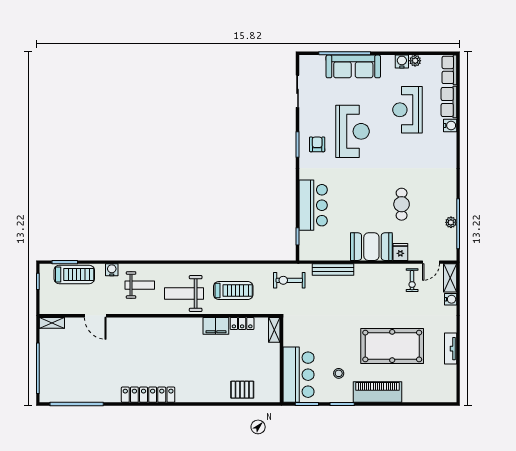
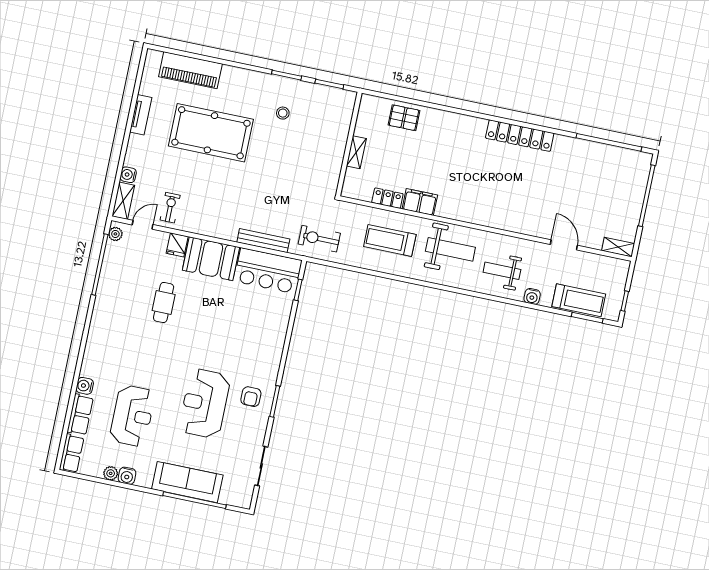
bar counter: (313, 205) -> (268, 271), moved, turned -90
plant: (451, 222) -> (115, 234), moved
treadmill: (74, 274) -> (579, 300), turned 180
exercise bike: (289, 280) -> (319, 239), turned 180
shelving: (274, 330) -> (356, 152), moved
bar counter: (298, 375) -> (332, 122), removed
piano: (377, 392) -> (190, 70), moved

